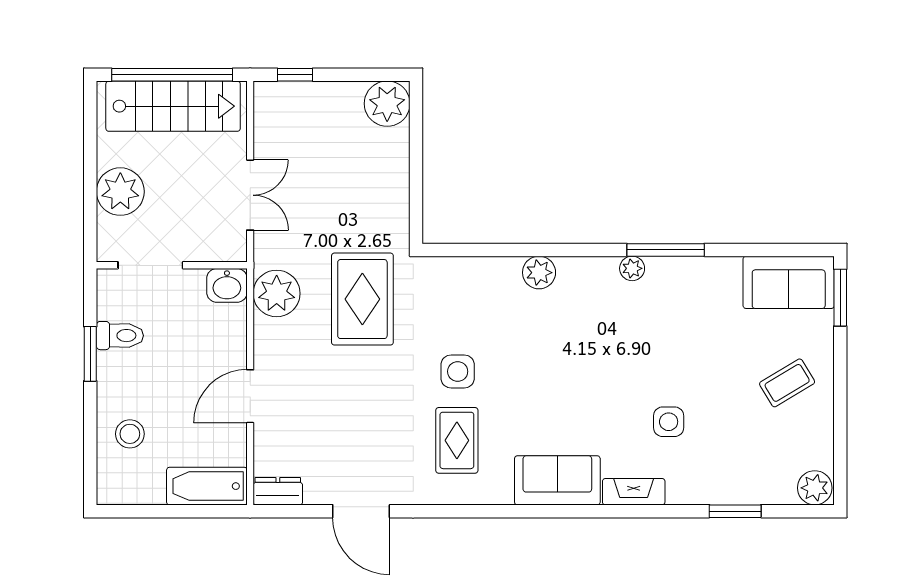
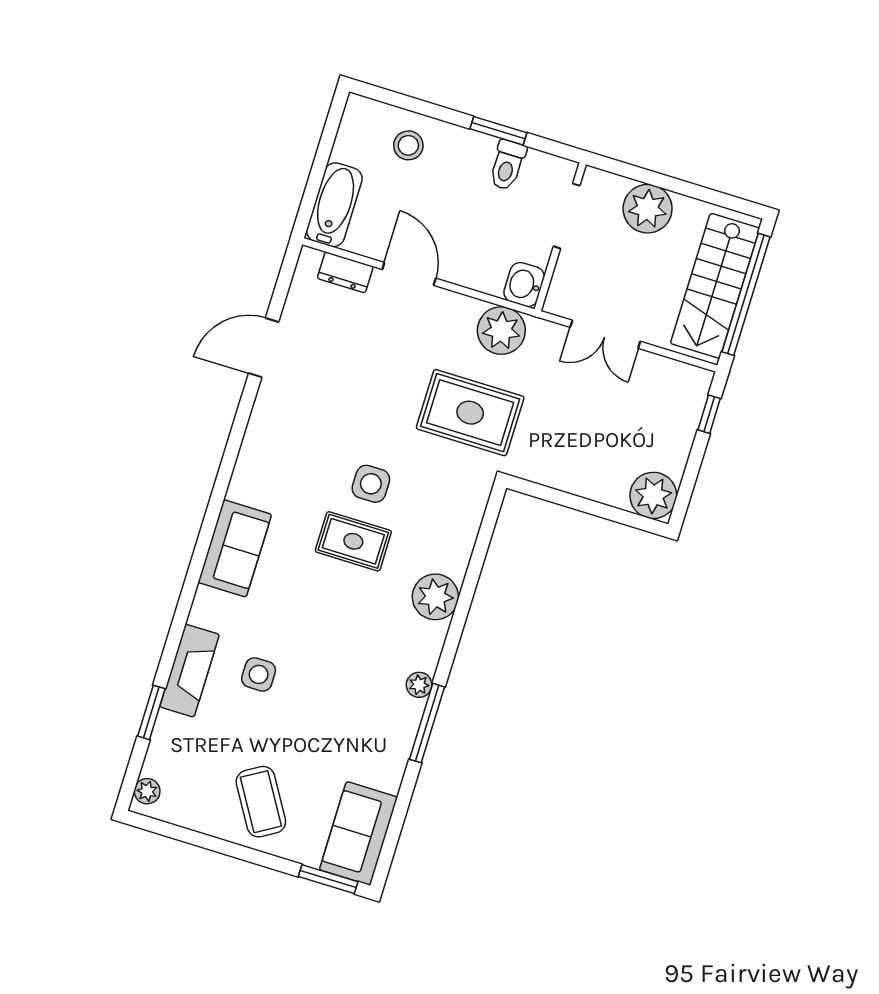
plant: (539, 273) -> (435, 597), width x1.36, depth x1.36
coffee table: (787, 383) -> (261, 802), width x1.36, depth x1.30
rug: (457, 440) -> (353, 541), moved
plant: (815, 488) -> (147, 791), width x0.73, depth x0.73
dresser: (278, 491) -> (345, 272), moved, turned 90
fireplace: (634, 492) -> (190, 671), moved, width x1.37, depth x1.32

